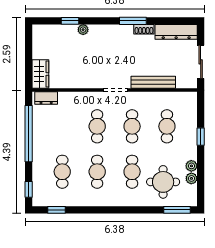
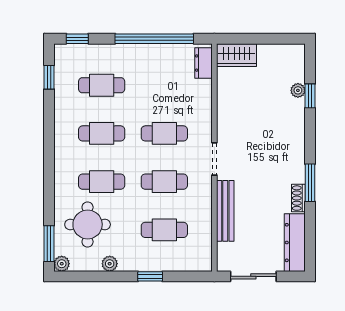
plant: (83, 30) -> (298, 90), moved
plant: (191, 178) -> (62, 264), moved

